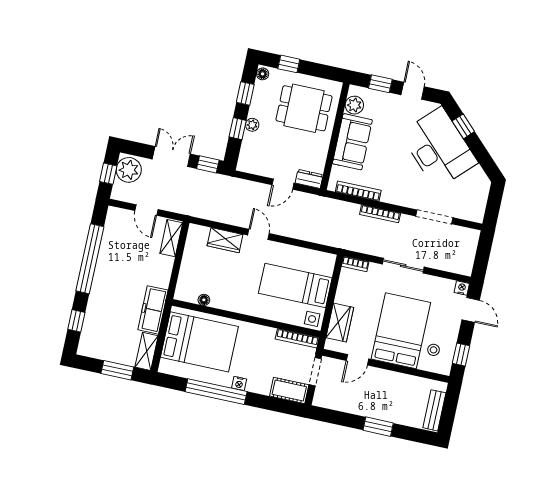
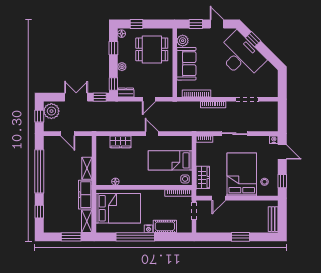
window: (238, 129) -> (113, 84), moved
dresser: (309, 179) -> (126, 93), moved
door: (258, 234) -> (152, 134), moved
shelving: (171, 238) -> (87, 168), moved
cot: (289, 390) -> (165, 226), moved

